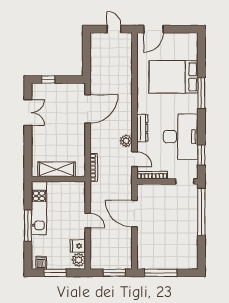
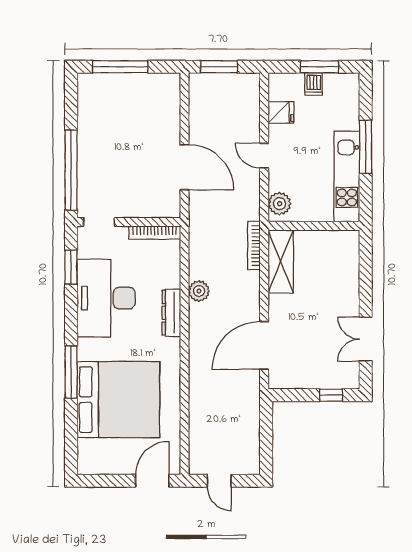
bed: (173, 77) -> (118, 400), width x1.36
door: (135, 159) -> (184, 260), removed
shelving: (57, 169) -> (281, 262), moved, turned 90
plant: (79, 260) -> (280, 204), moved
dishwasher: (41, 263) -> (314, 84), moved
window: (161, 273) -> (120, 67), moved

